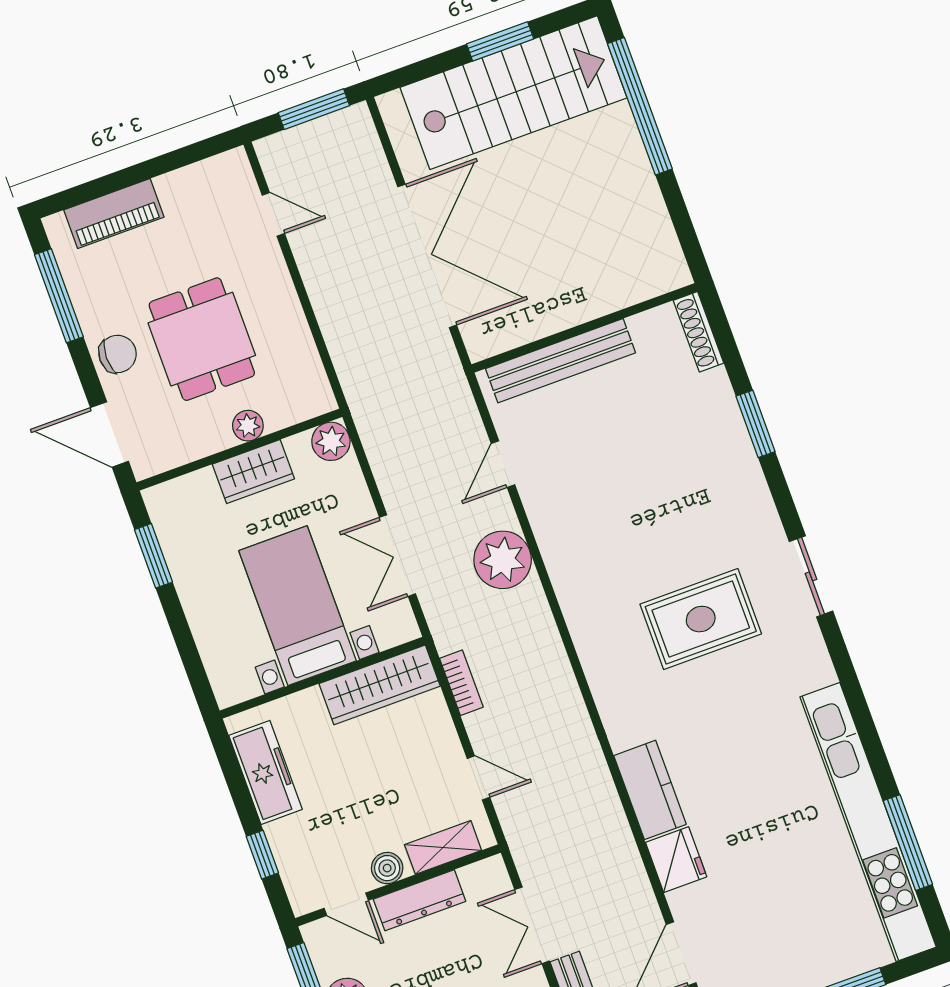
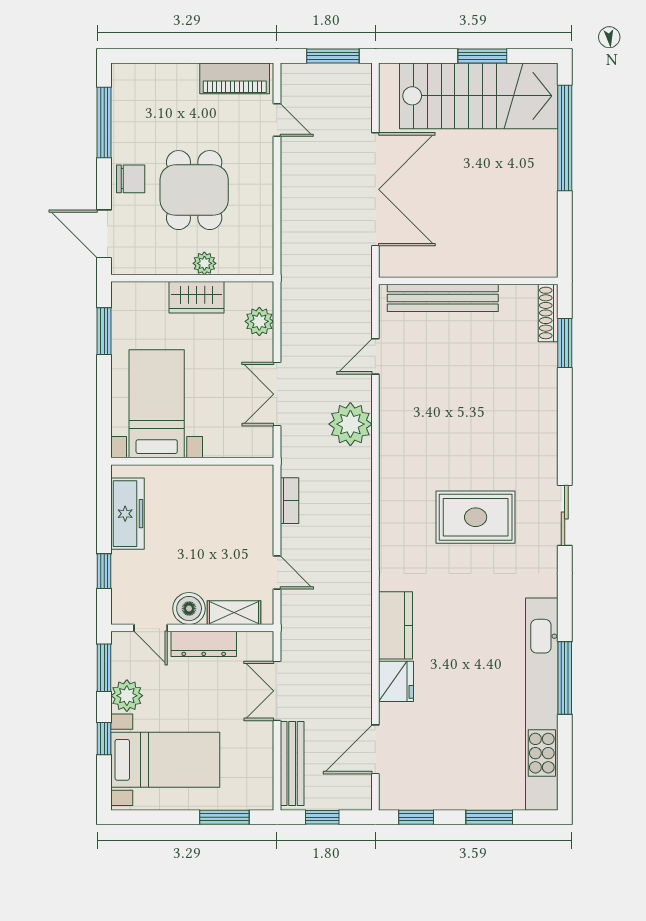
piano: (114, 214) -> (235, 78), moved
window: (755, 424) -> (565, 343), moved
plant: (331, 441) -> (259, 321), moved
bed with nightstands: (297, 606) -> (157, 404), moved
wardrobe: (380, 685) -> (231, 481), removed
window: (908, 843) -> (565, 678), moved
boiler: (387, 868) -> (189, 609), width x1.36, depth x1.36

